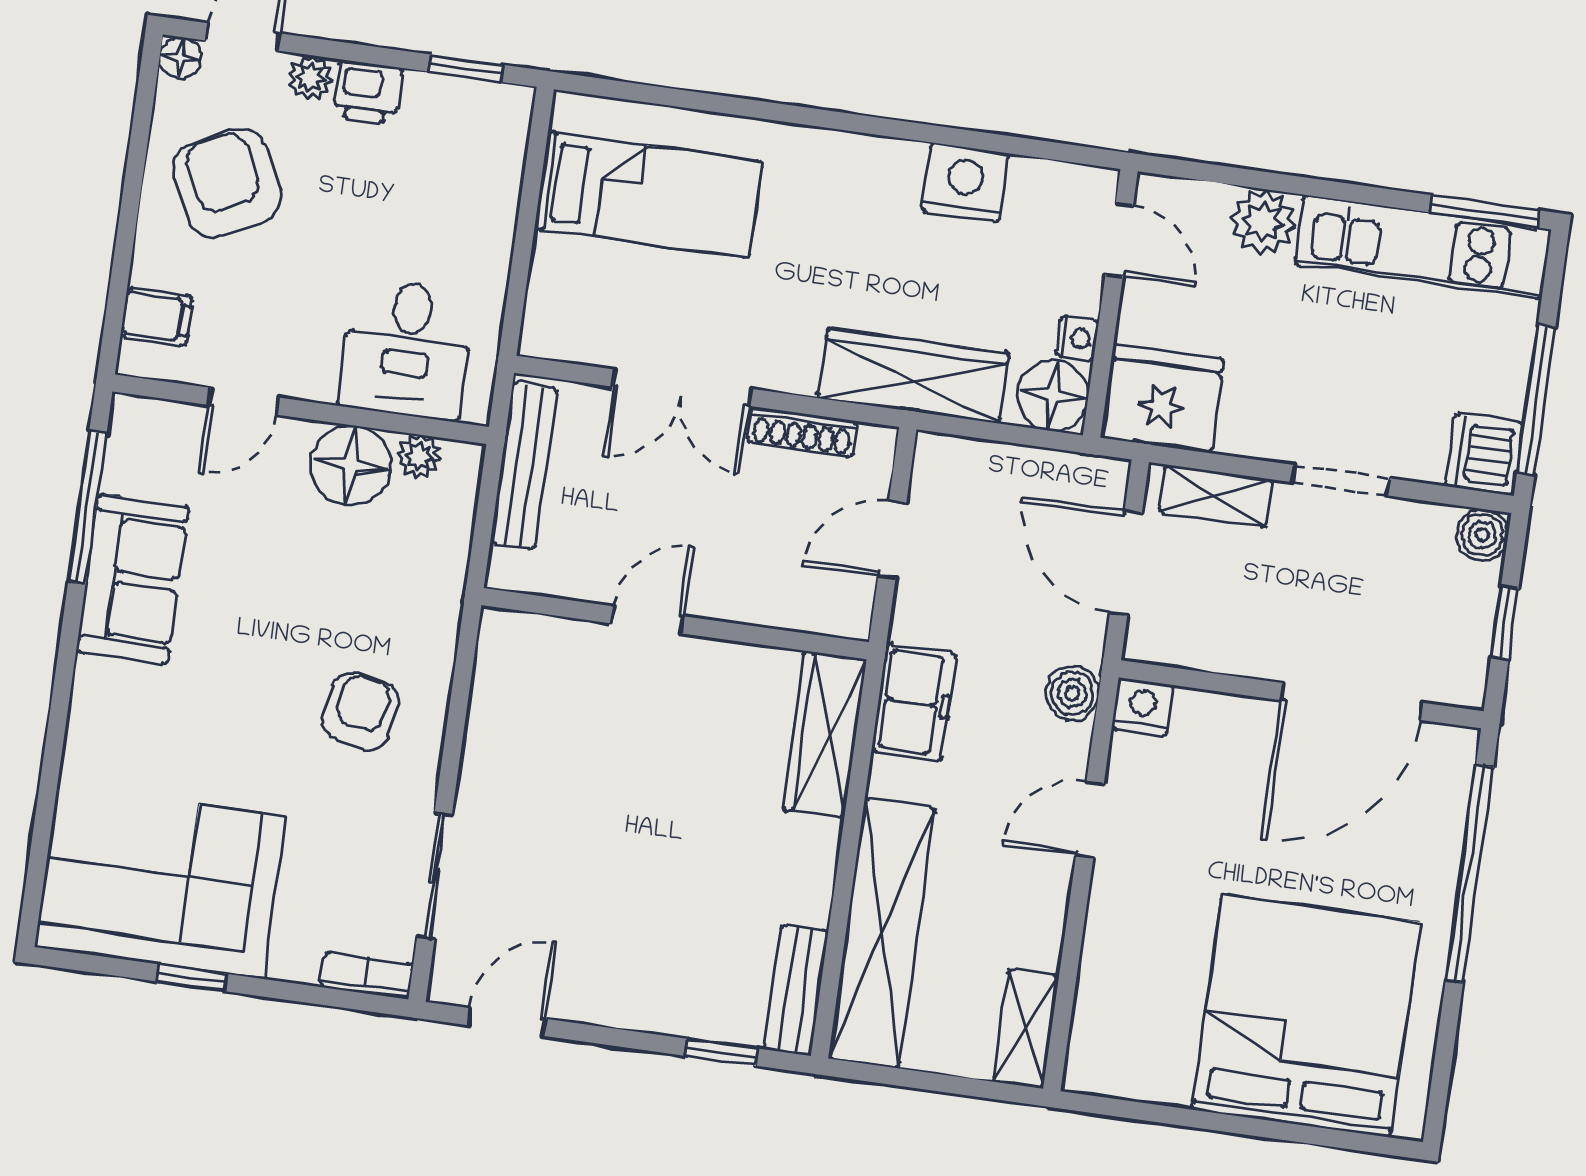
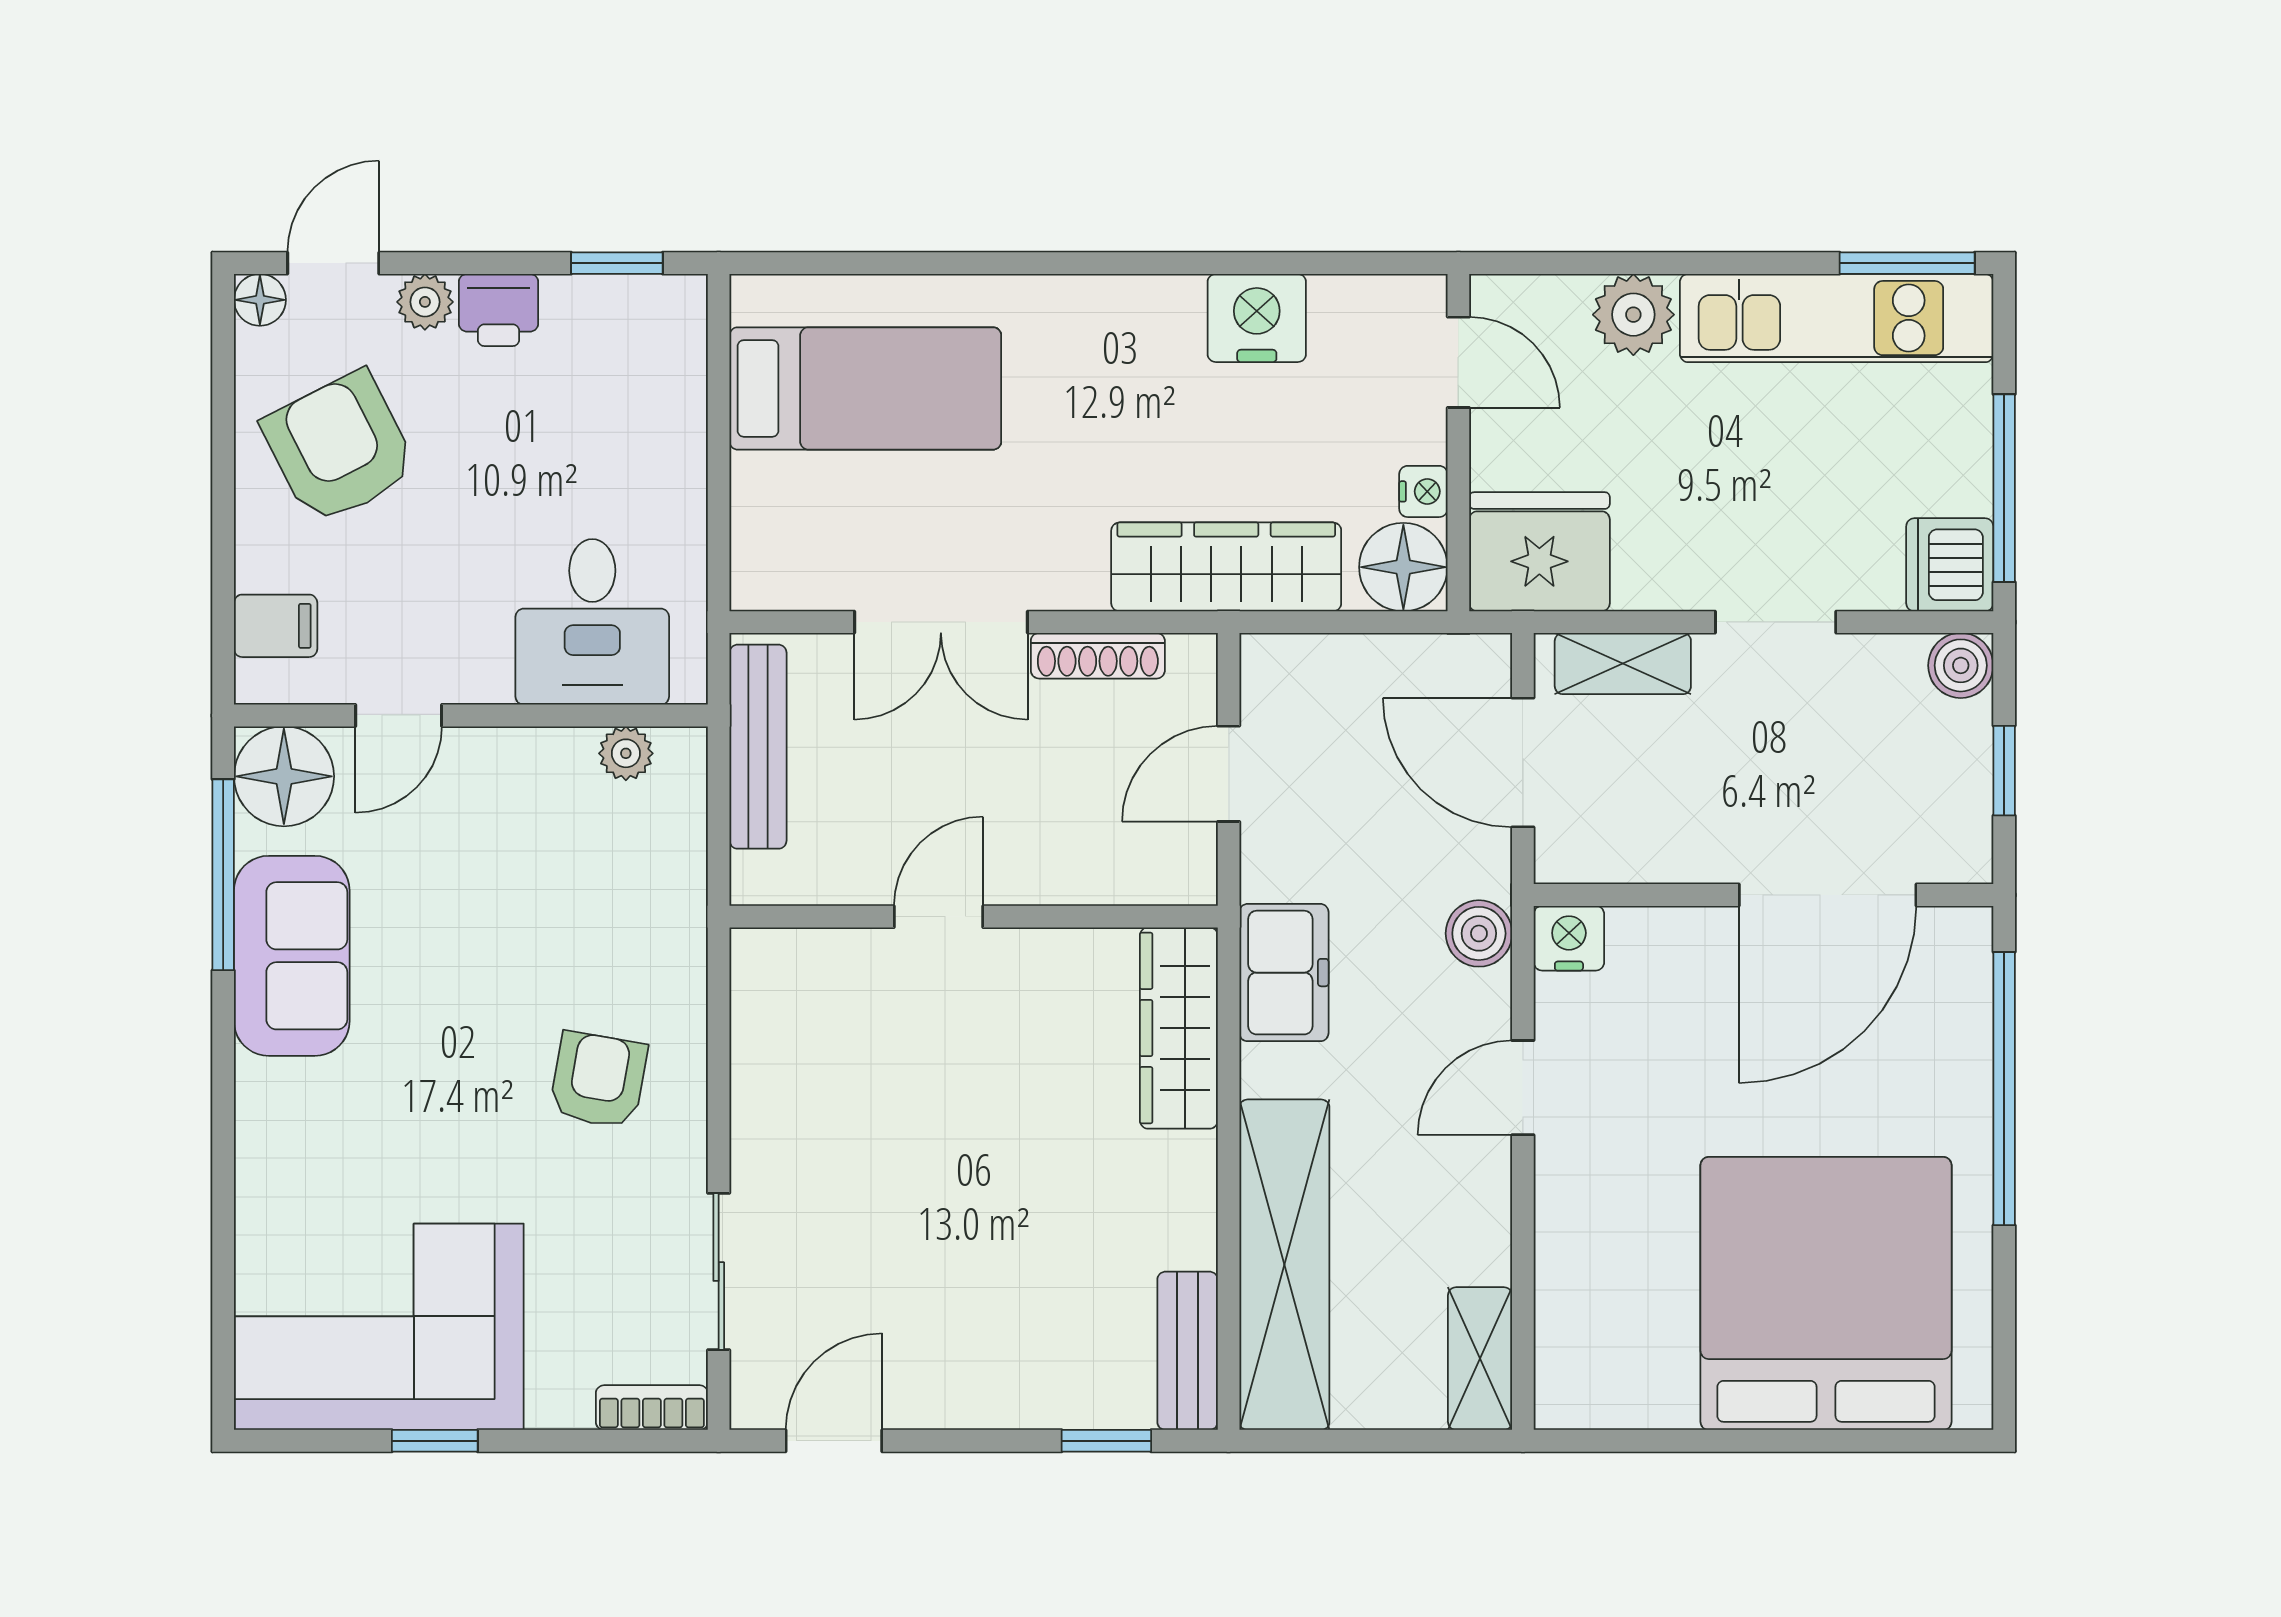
floor lamp: (351, 465) -> (284, 776), moved

